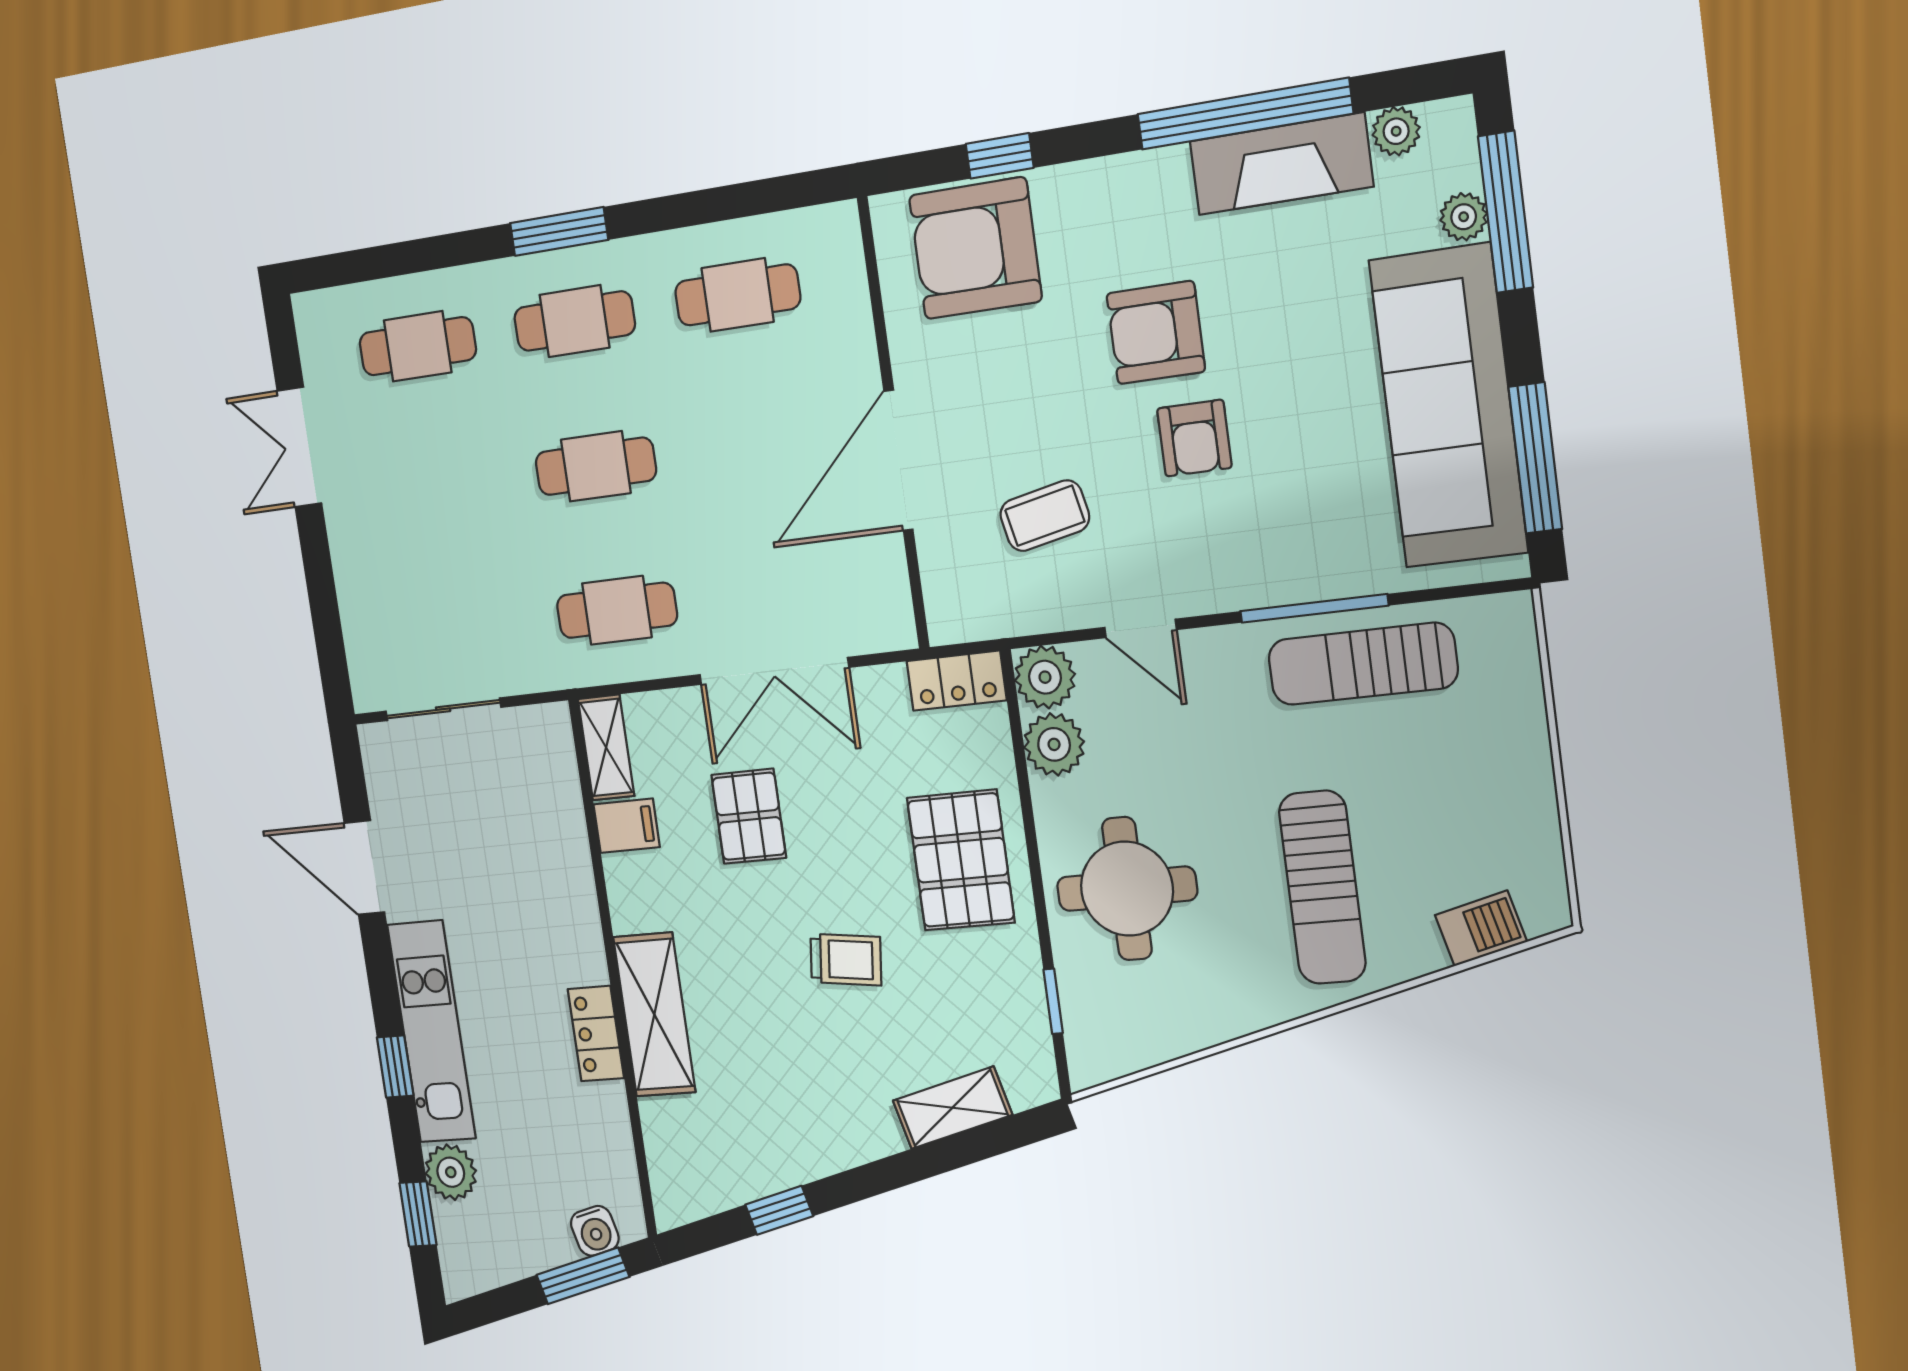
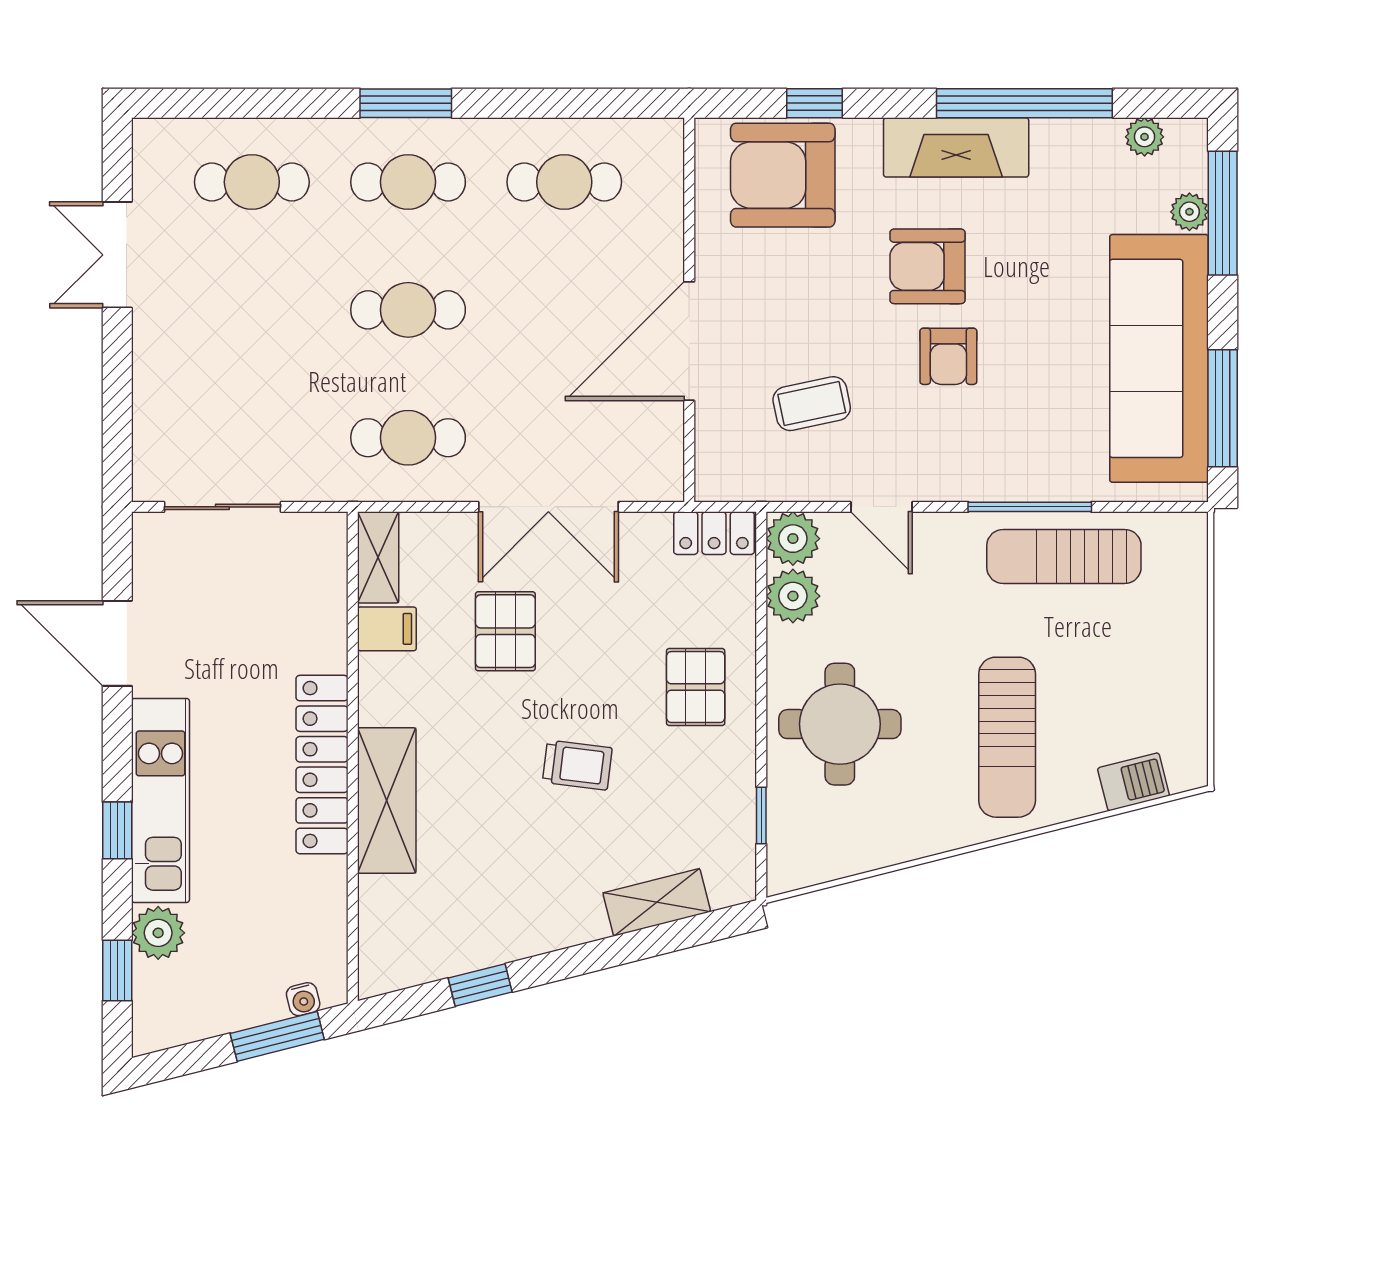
fireplace: (1281, 164) -> (956, 147), moved
pallet: (961, 860) -> (696, 687), width x0.67, depth x0.71
locker: (596, 1034) -> (322, 765), width x2.16, depth x1.21
water cooler: (595, 1231) -> (303, 999), width x0.72, depth x0.72

